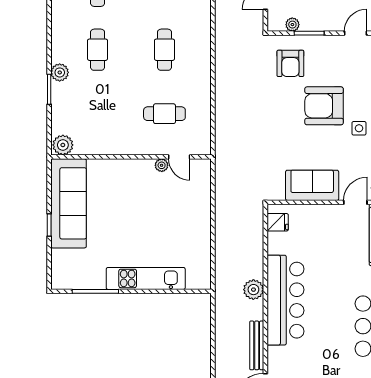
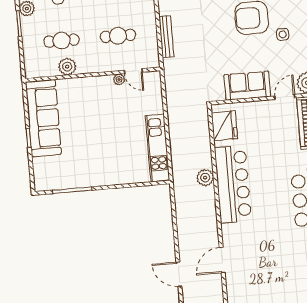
cafe table: (98, 114) -> (62, 41), added
plant: (63, 145) -> (67, 67), moved
fridge: (278, 222) -> (224, 126), width x1.88, depth x1.34
kitchen unit: (146, 278) -> (158, 148), moved, turned -90
bench: (257, 345) -> (166, 37), moved

